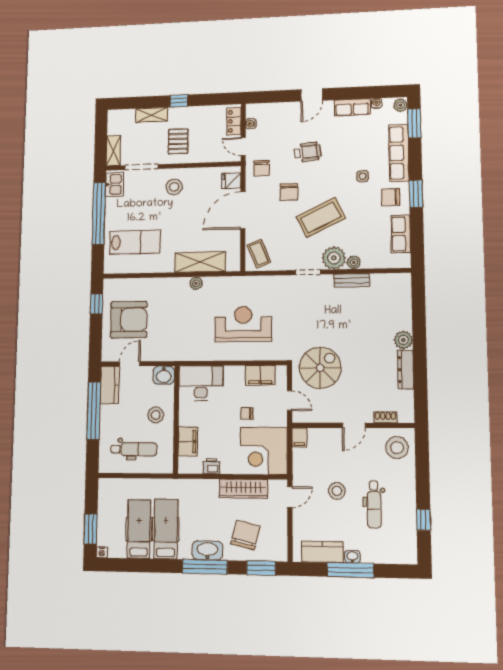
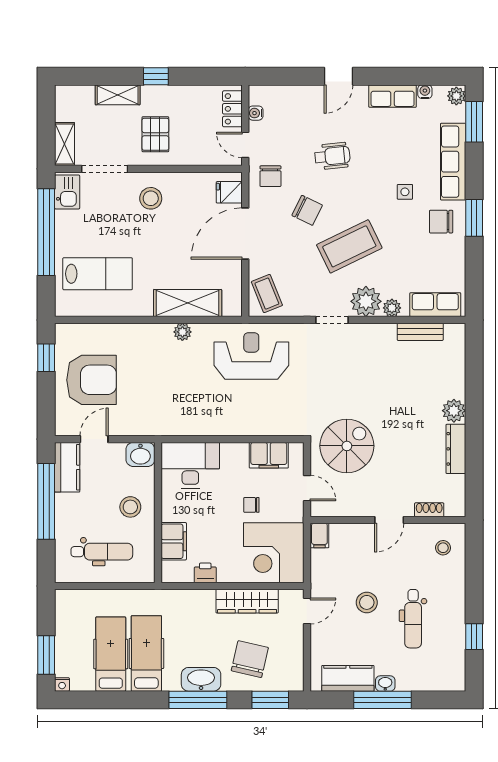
chair: (289, 192) -> (307, 210), turned -64
row of seats: (401, 234) -> (435, 305), moved, turned 90
bench: (352, 280) -> (420, 332), moved
reception desk: (243, 324) -> (251, 356), moved
stool: (397, 448) -> (443, 548), width x0.53, depth x0.53

